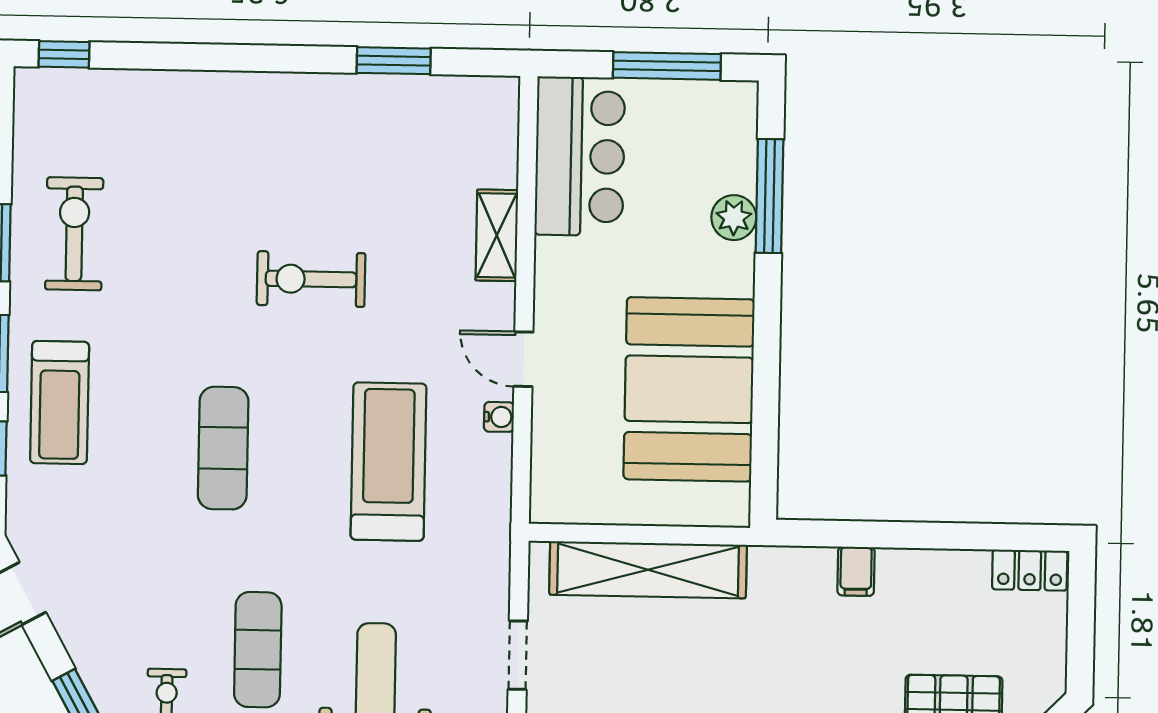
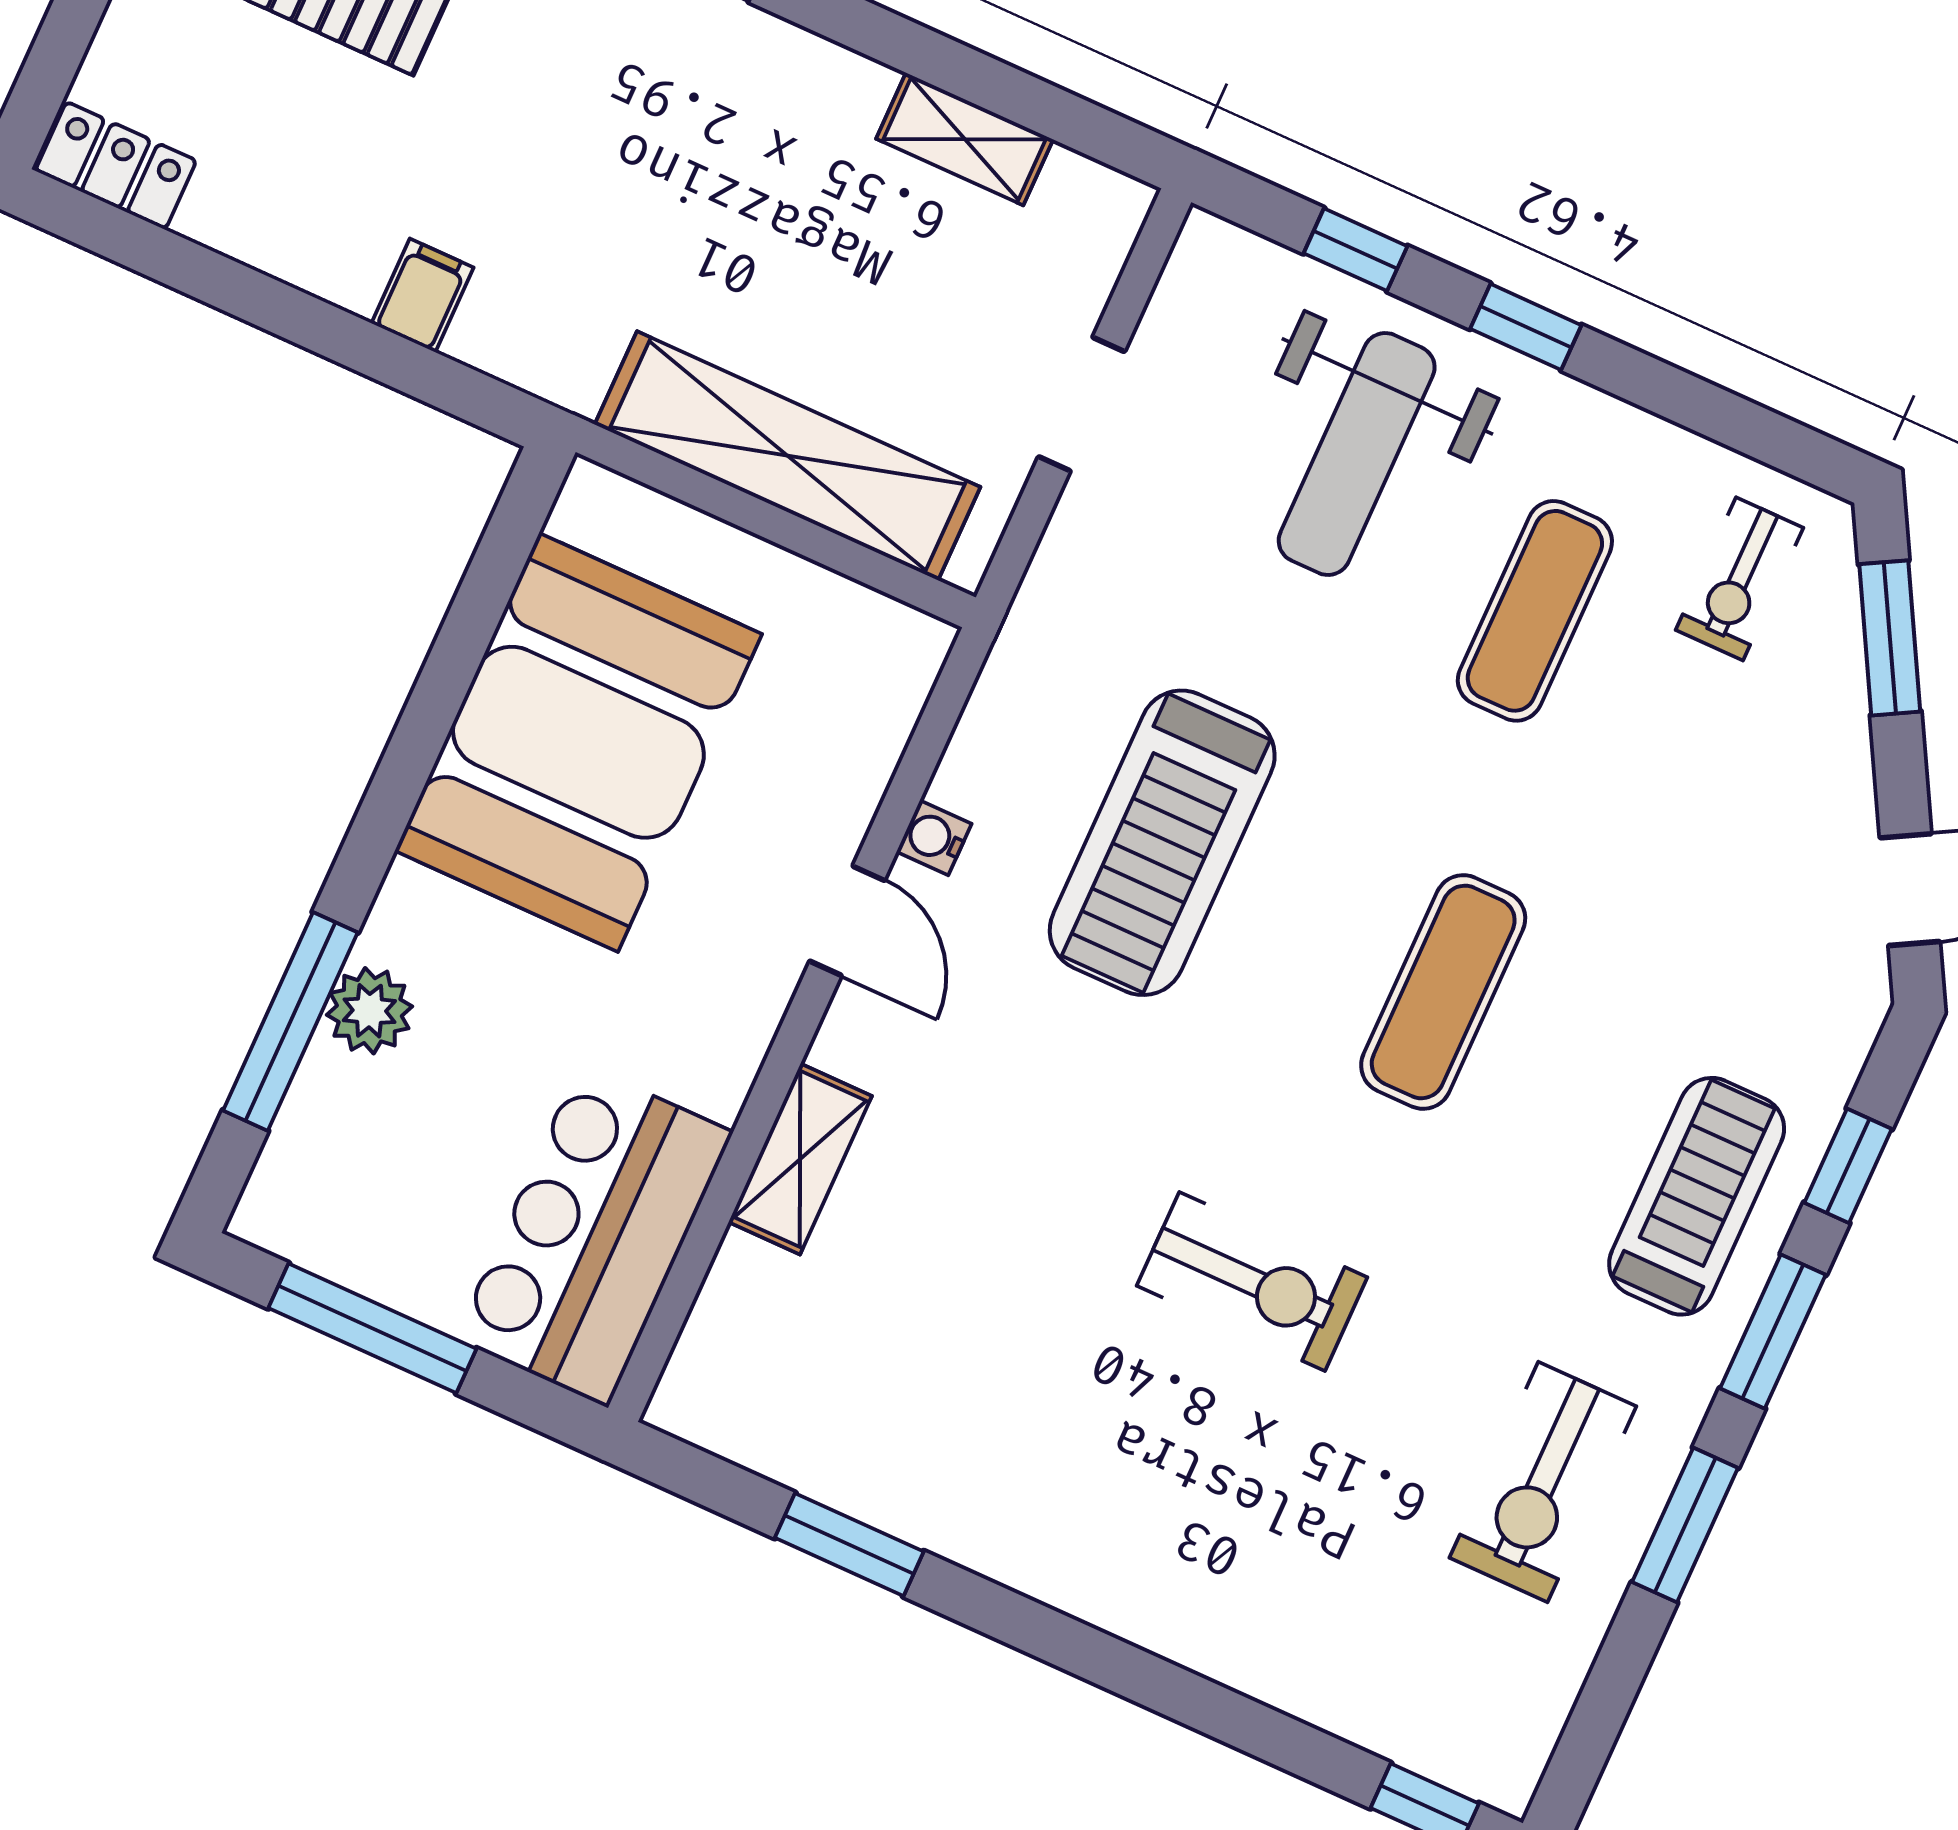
exercise bike: (311, 279) -> (1252, 1281), moved

